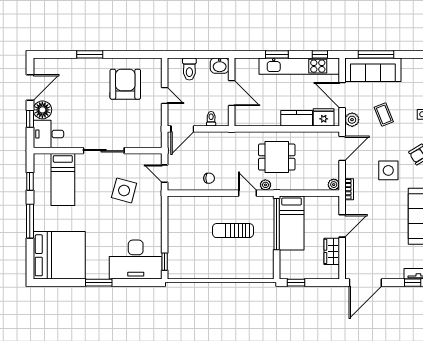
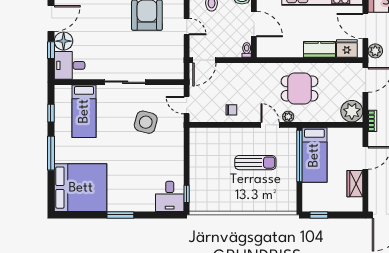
toilet: (211, 119) -> (247, 50), moved
plant: (334, 185) -> (352, 111), width x1.87, depth x1.87
sun lounger: (233, 231) -> (255, 163), turned 180
desk: (136, 260) -> (170, 196), width x0.53, depth x0.77

